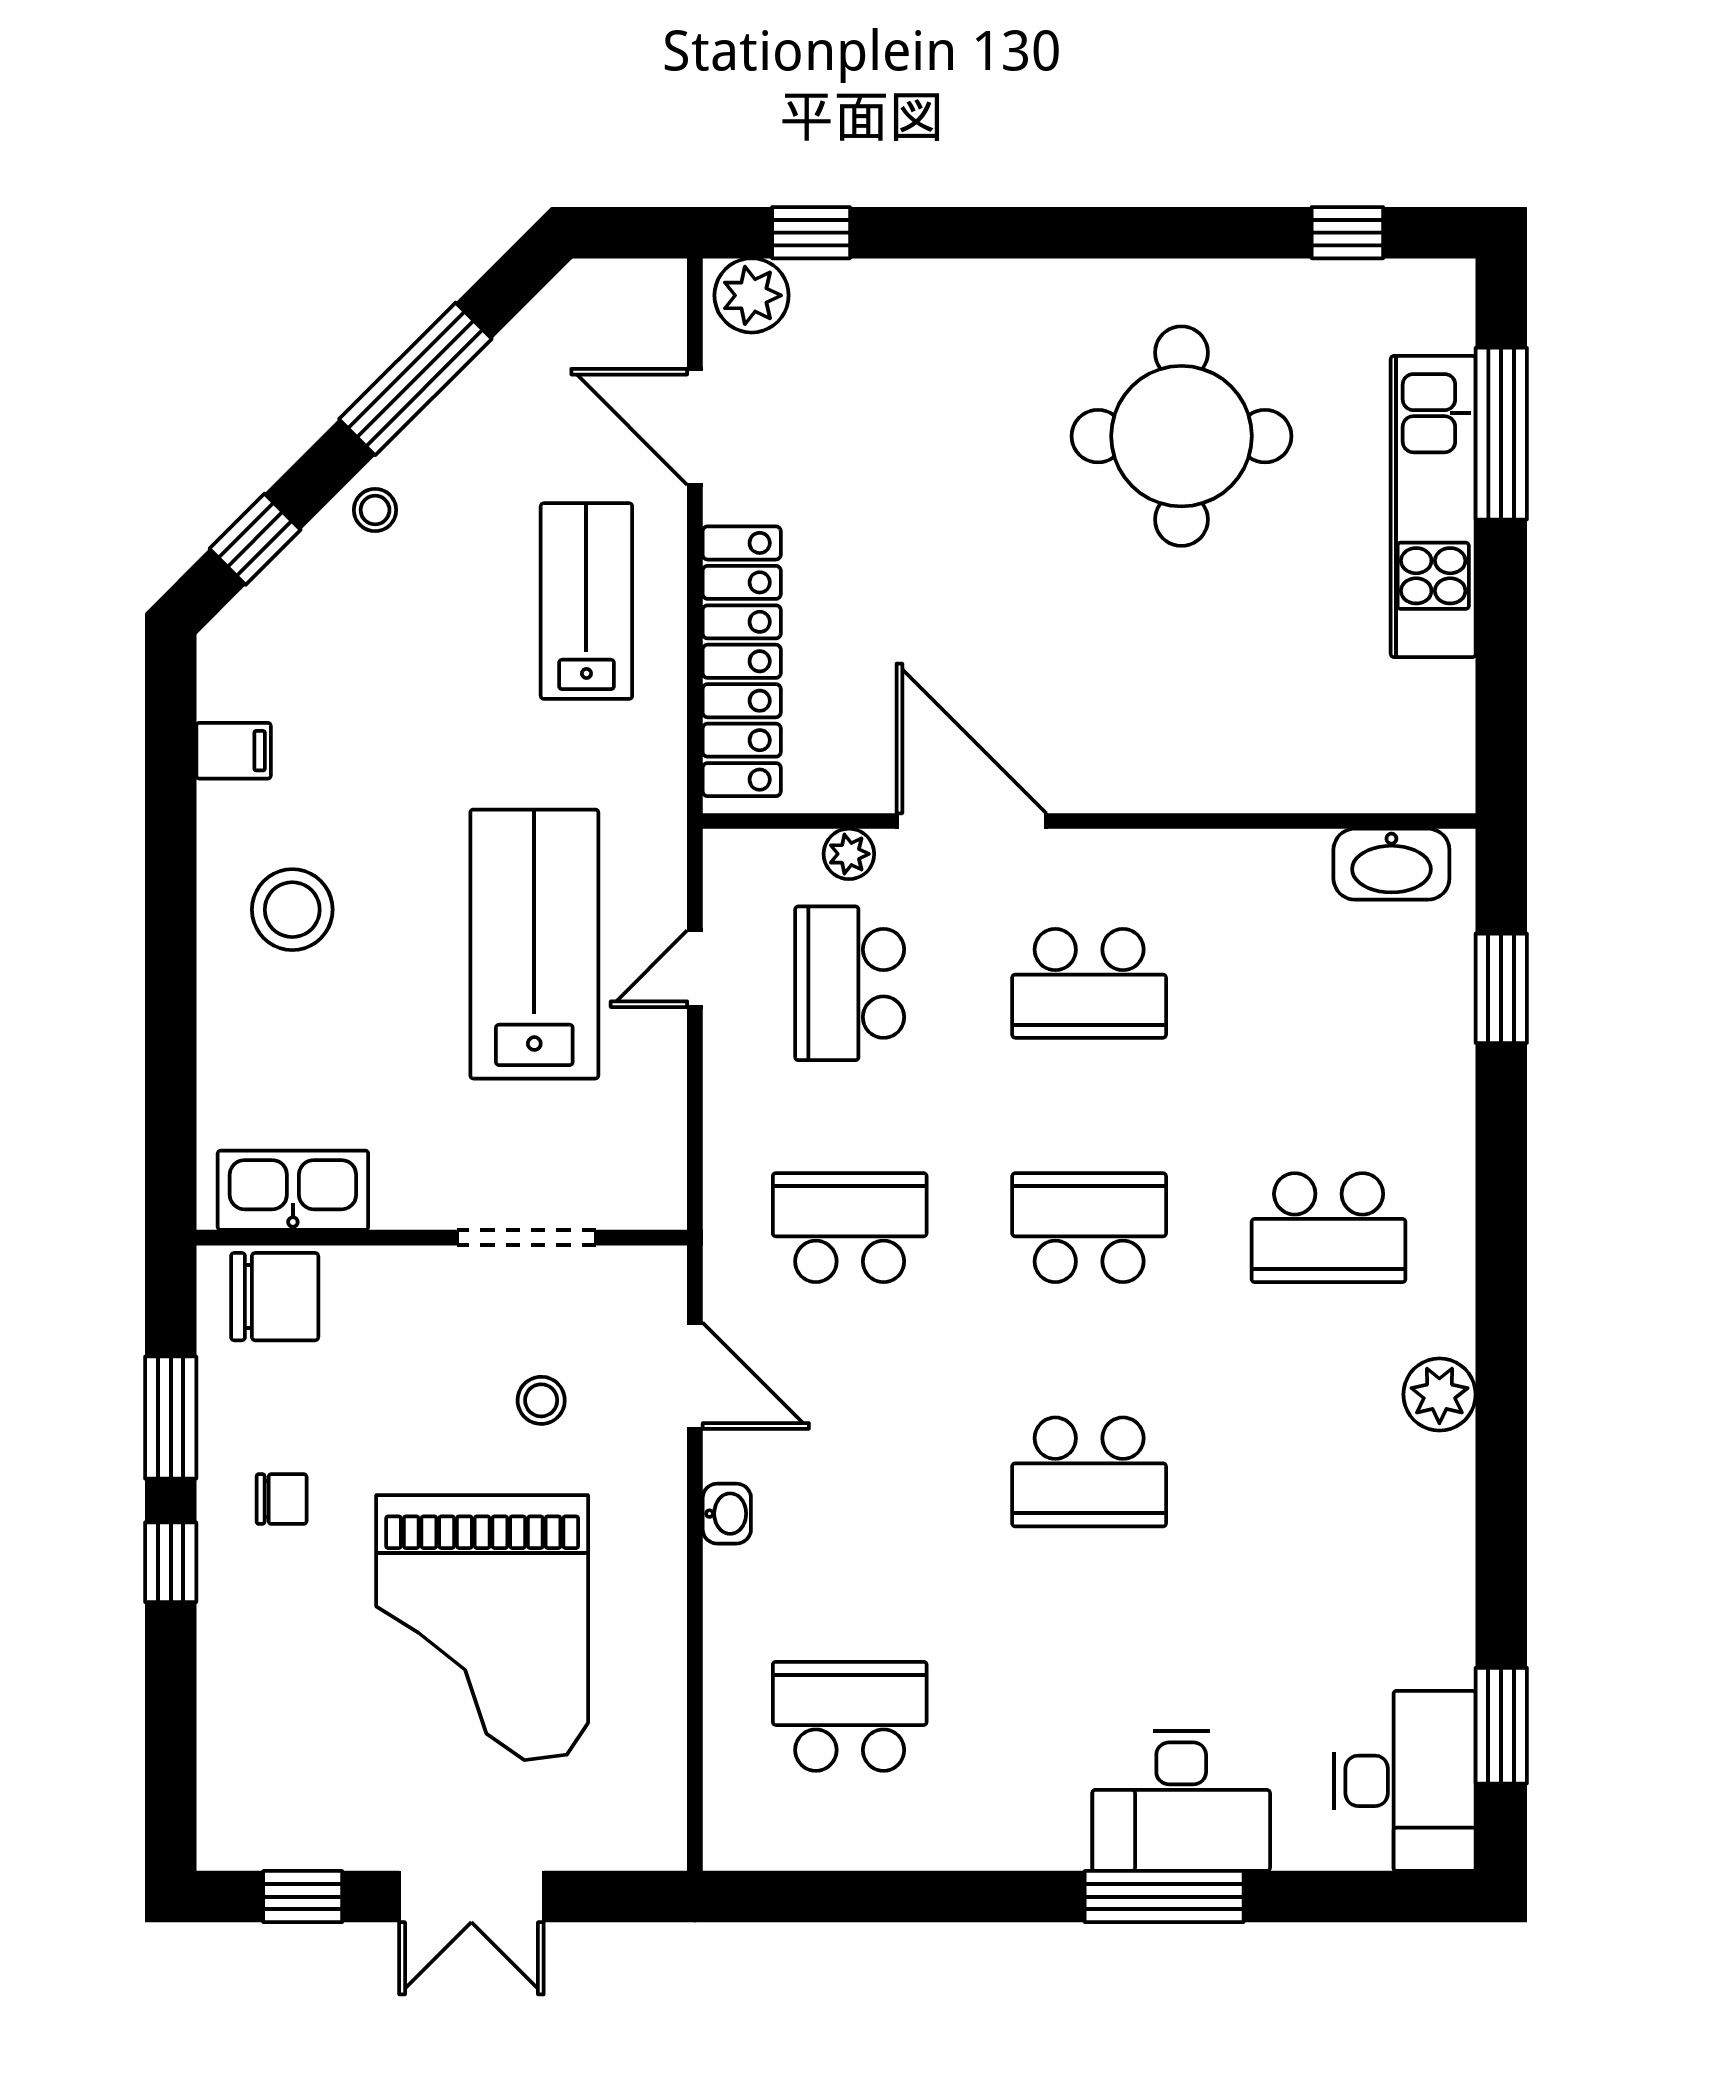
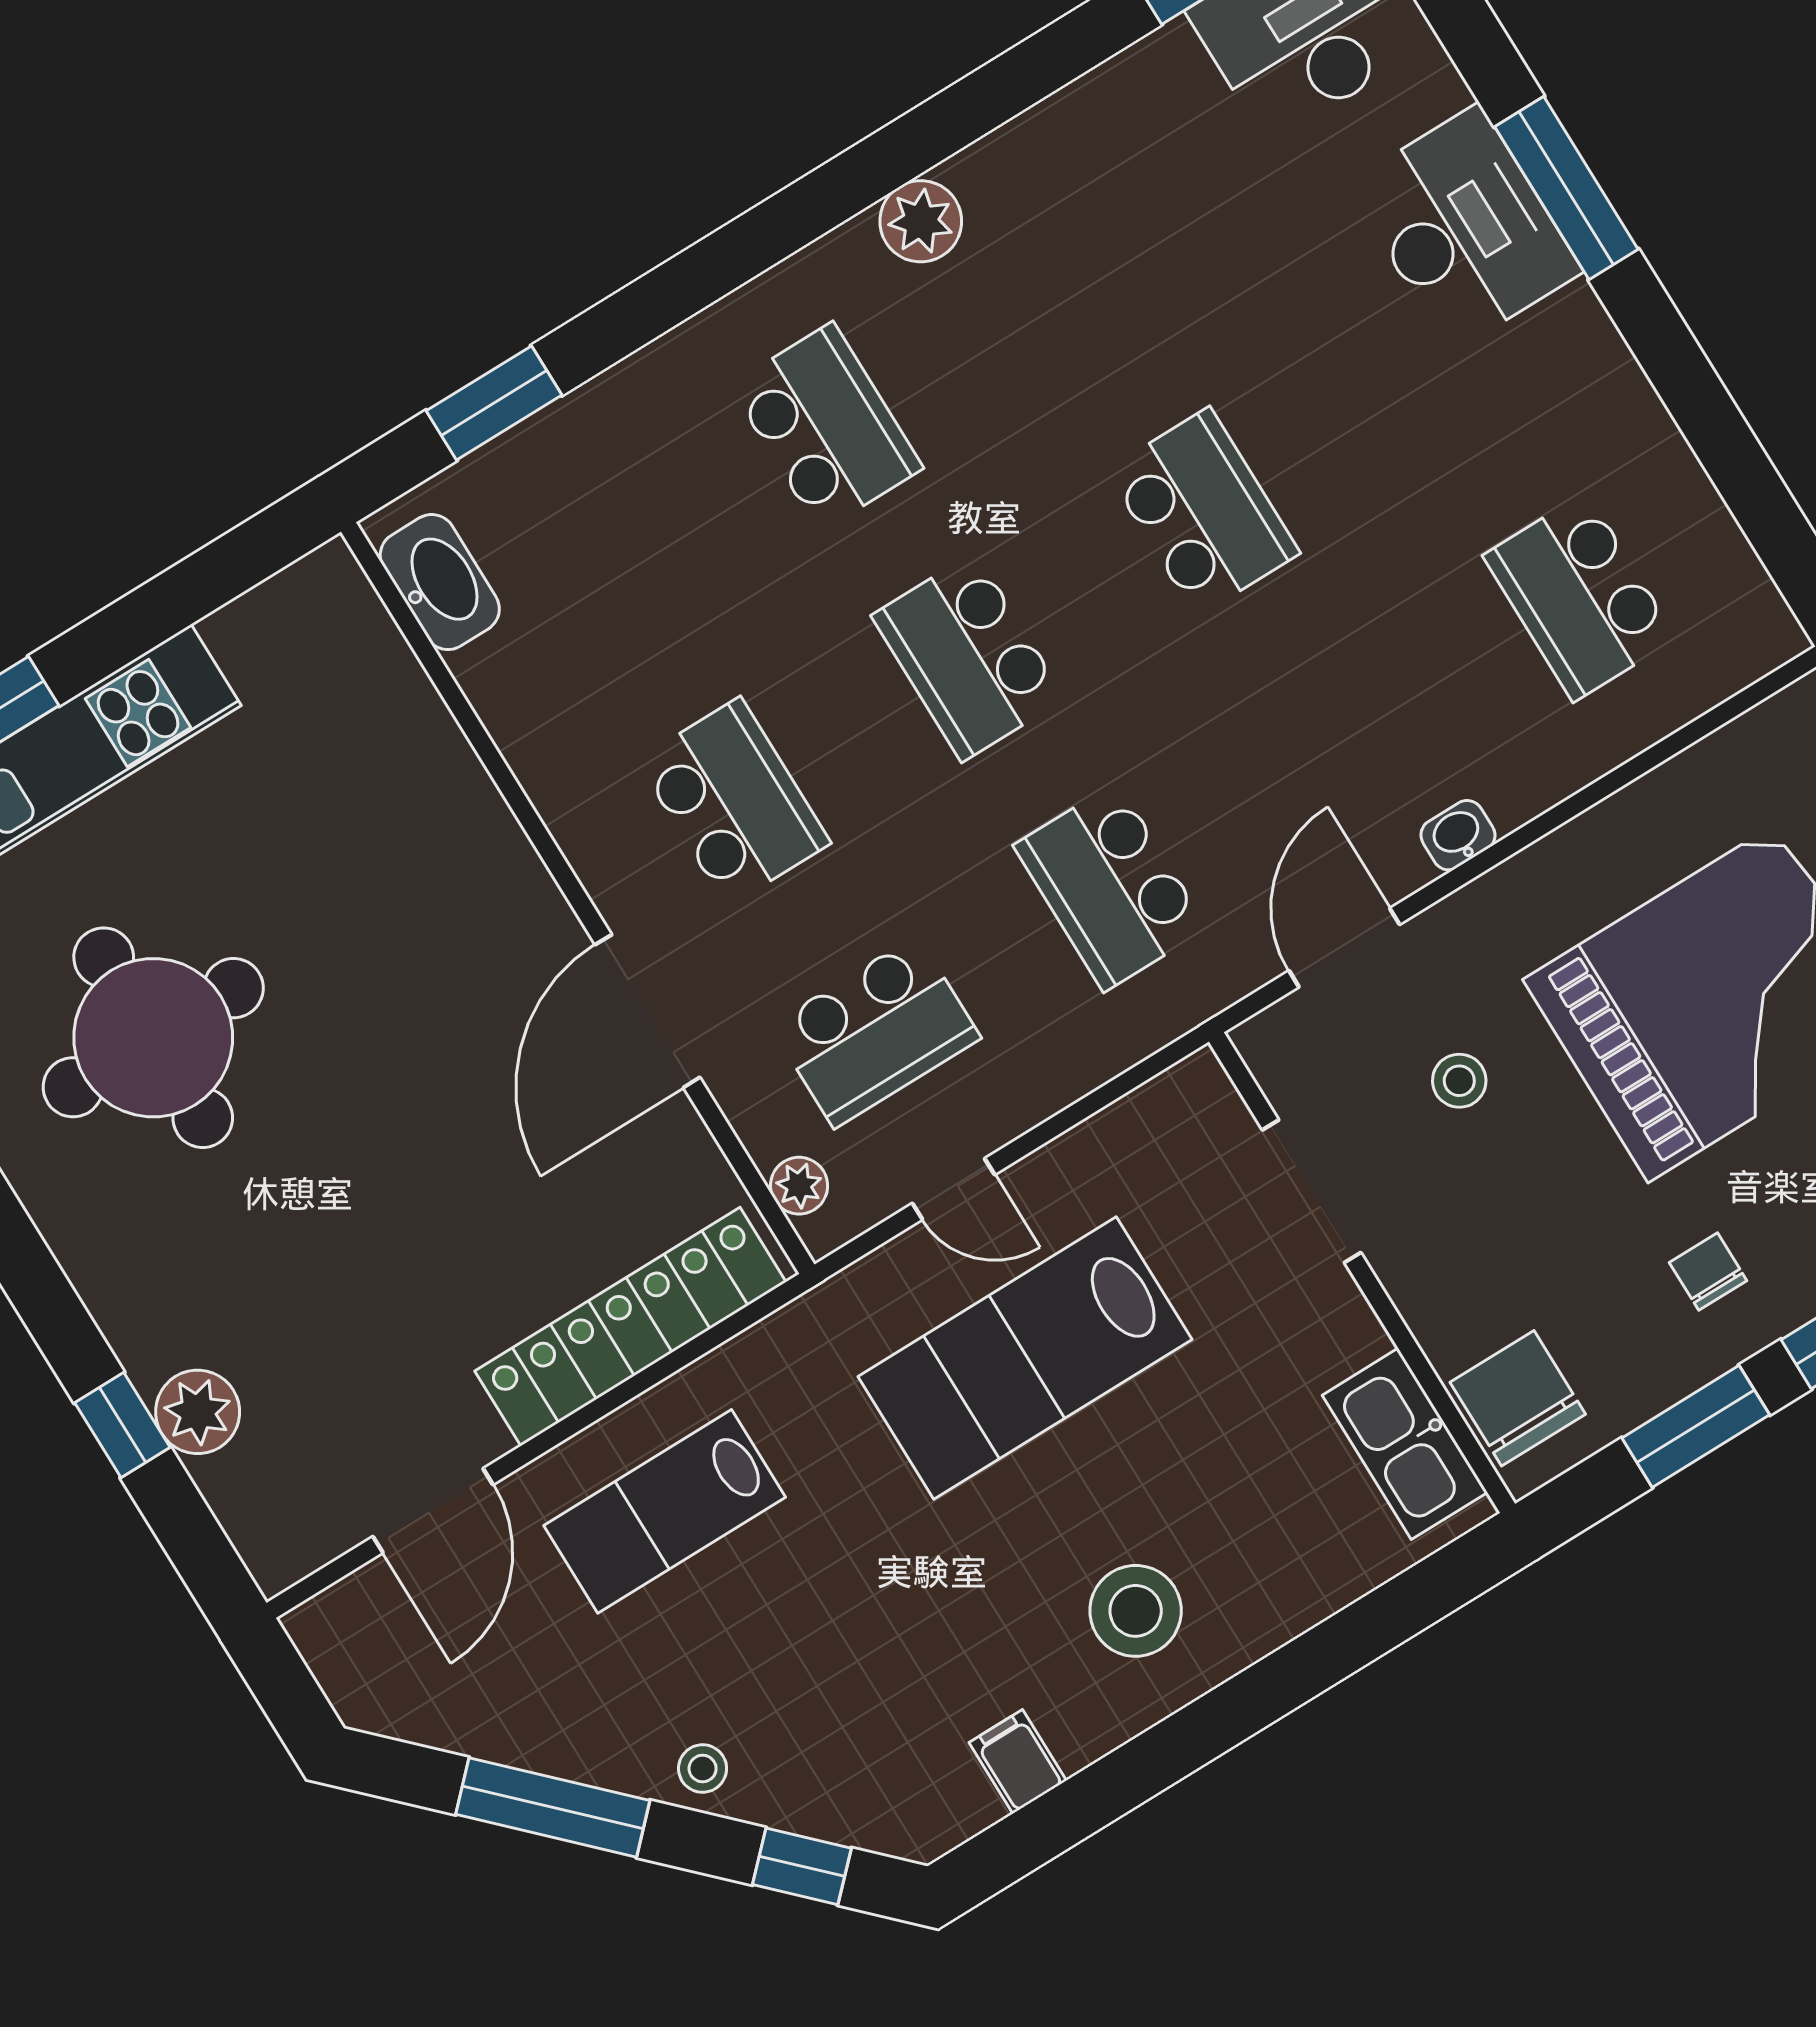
window: (811, 233) -> (122, 1425), moved
plant: (752, 295) -> (198, 1412), moved
plant: (849, 854) -> (799, 1186), moved

